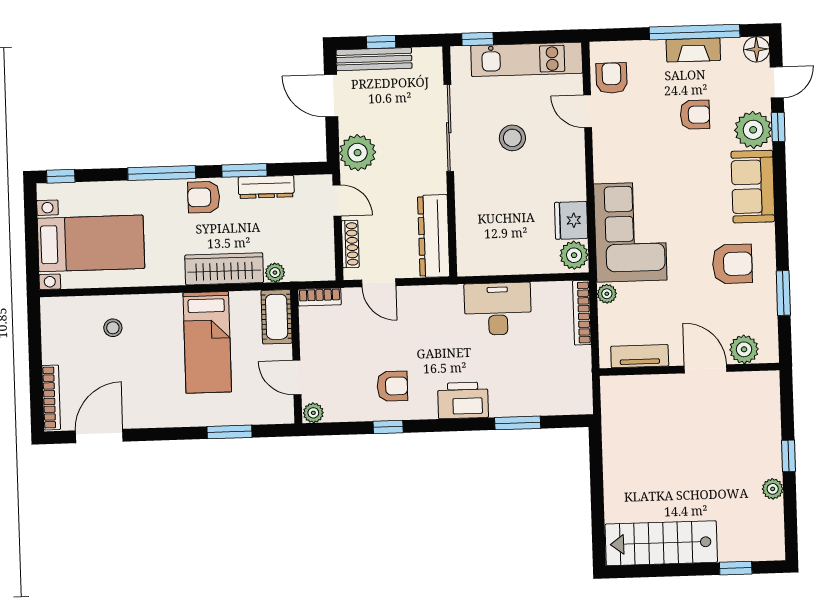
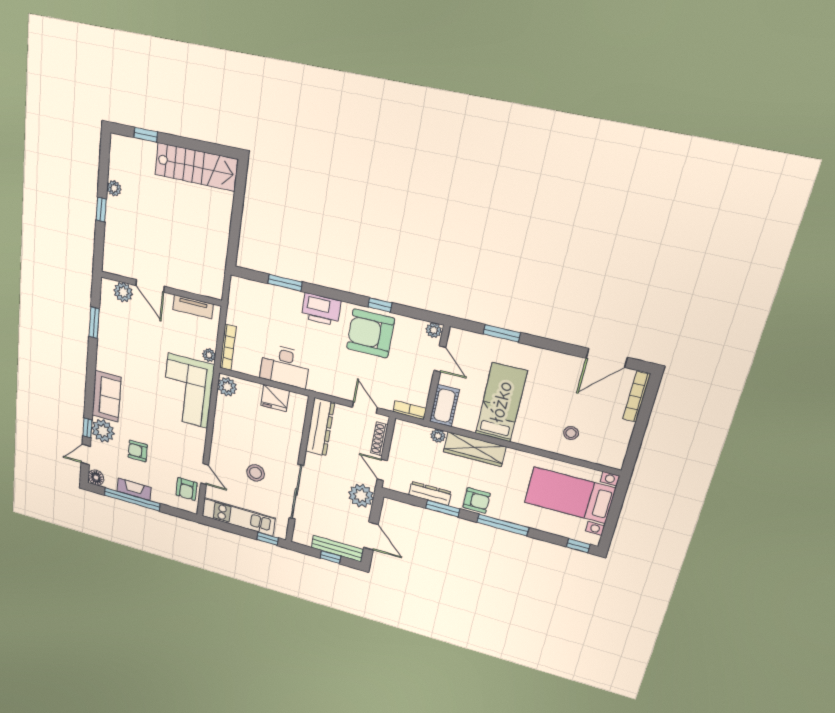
fridge: (571, 220) -> (275, 398), moved, turned 90
armchair: (732, 264) -> (125, 351), removed
armchair: (392, 386) -> (370, 333), width x1.88, depth x1.88

